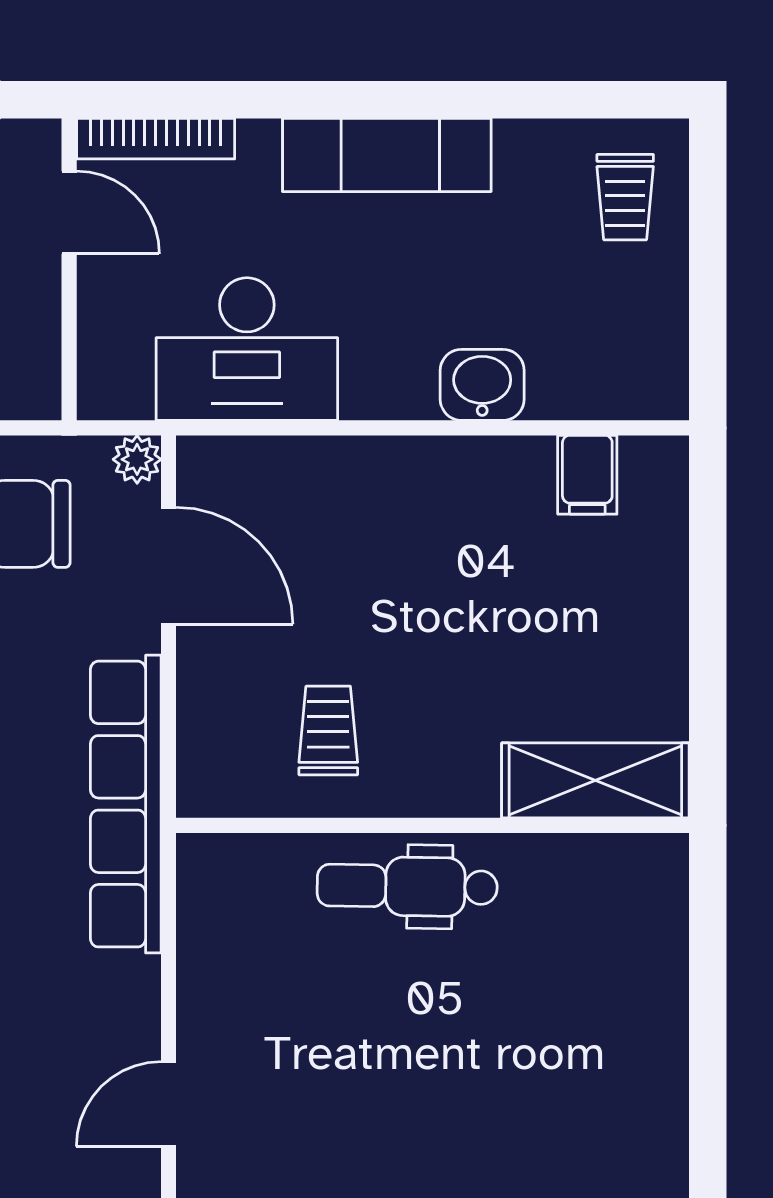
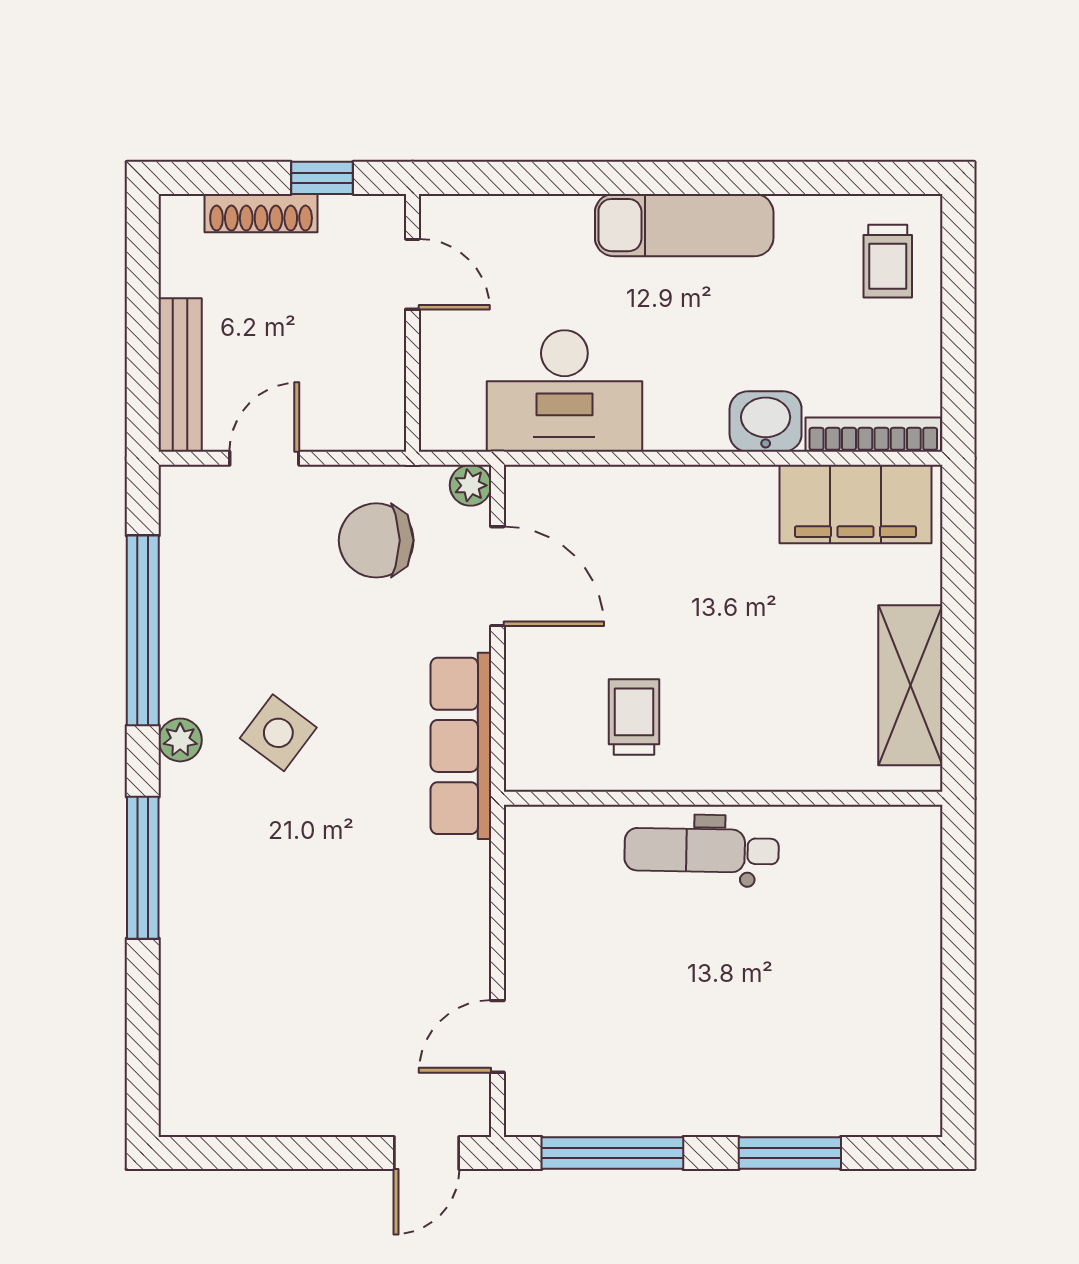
bookcase: (156, 139) -> (873, 435), moved, turned 180
filing cabinet: (587, 475) -> (855, 504), width x3.00, depth x1.17
shelving: (595, 780) -> (910, 685), moved, turned 90
row of seats: (126, 804) -> (461, 746), width x0.73

